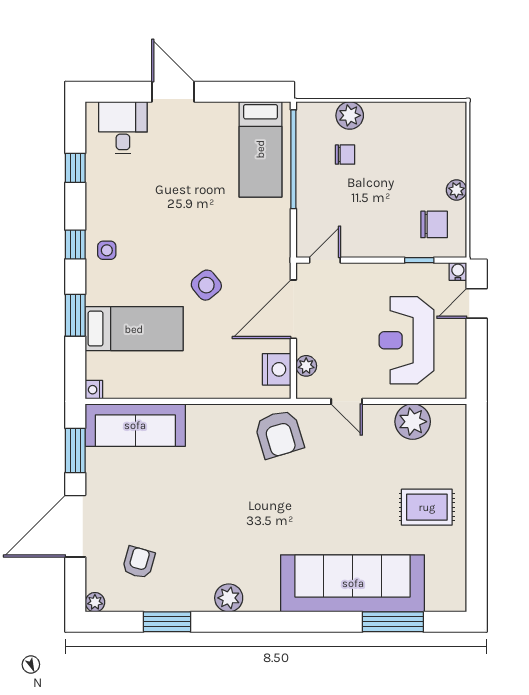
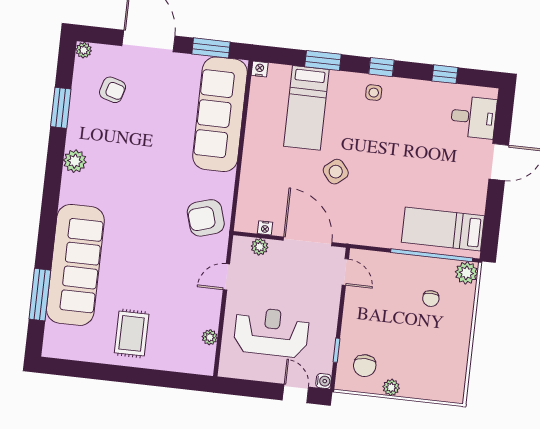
plant: (350, 115) -> (466, 273), moved
nightstand: (277, 369) -> (265, 228), width x0.53, depth x0.56
plant: (413, 422) -> (210, 337), width x0.53, depth x0.53
sofa: (135, 425) -> (220, 114), width x1.36, depth x1.27

